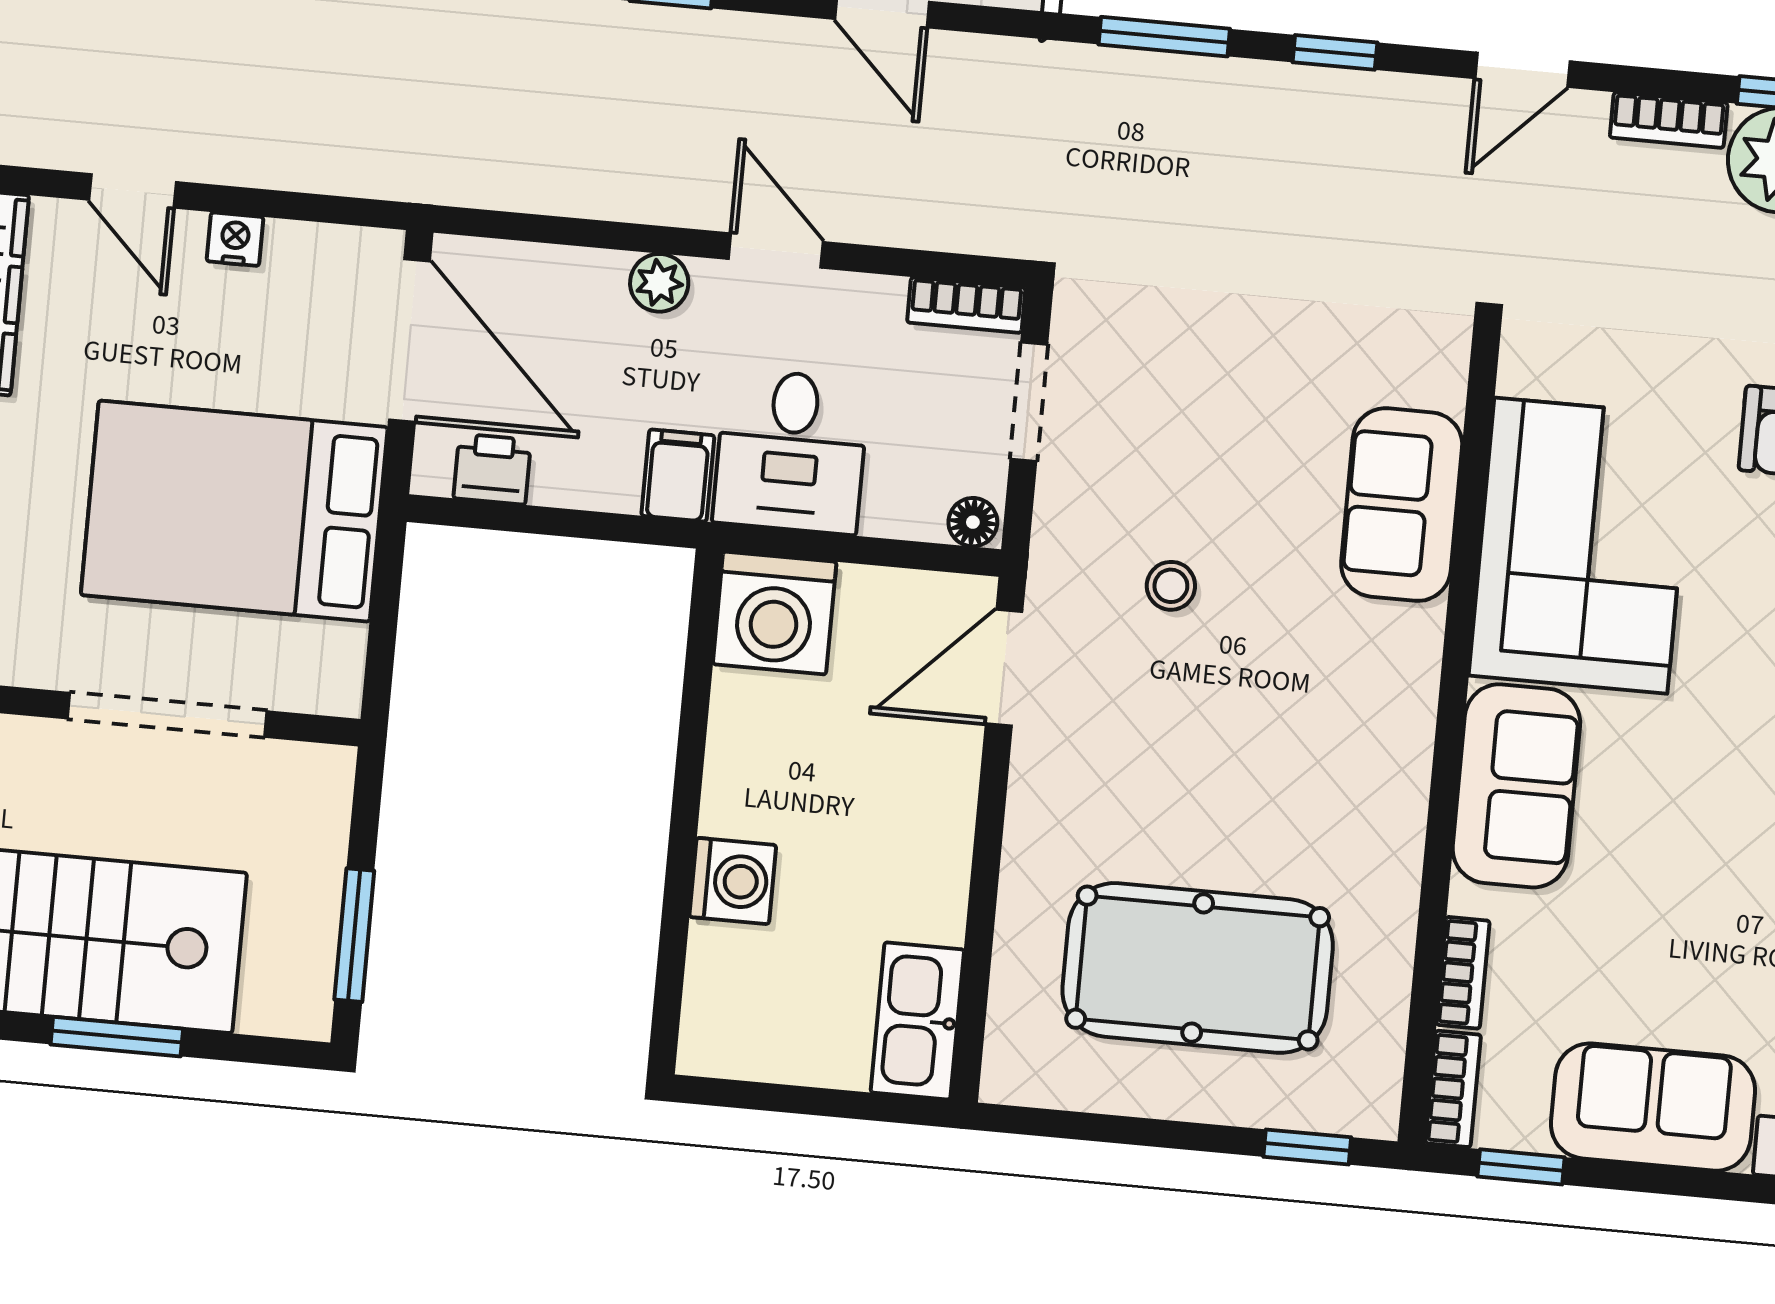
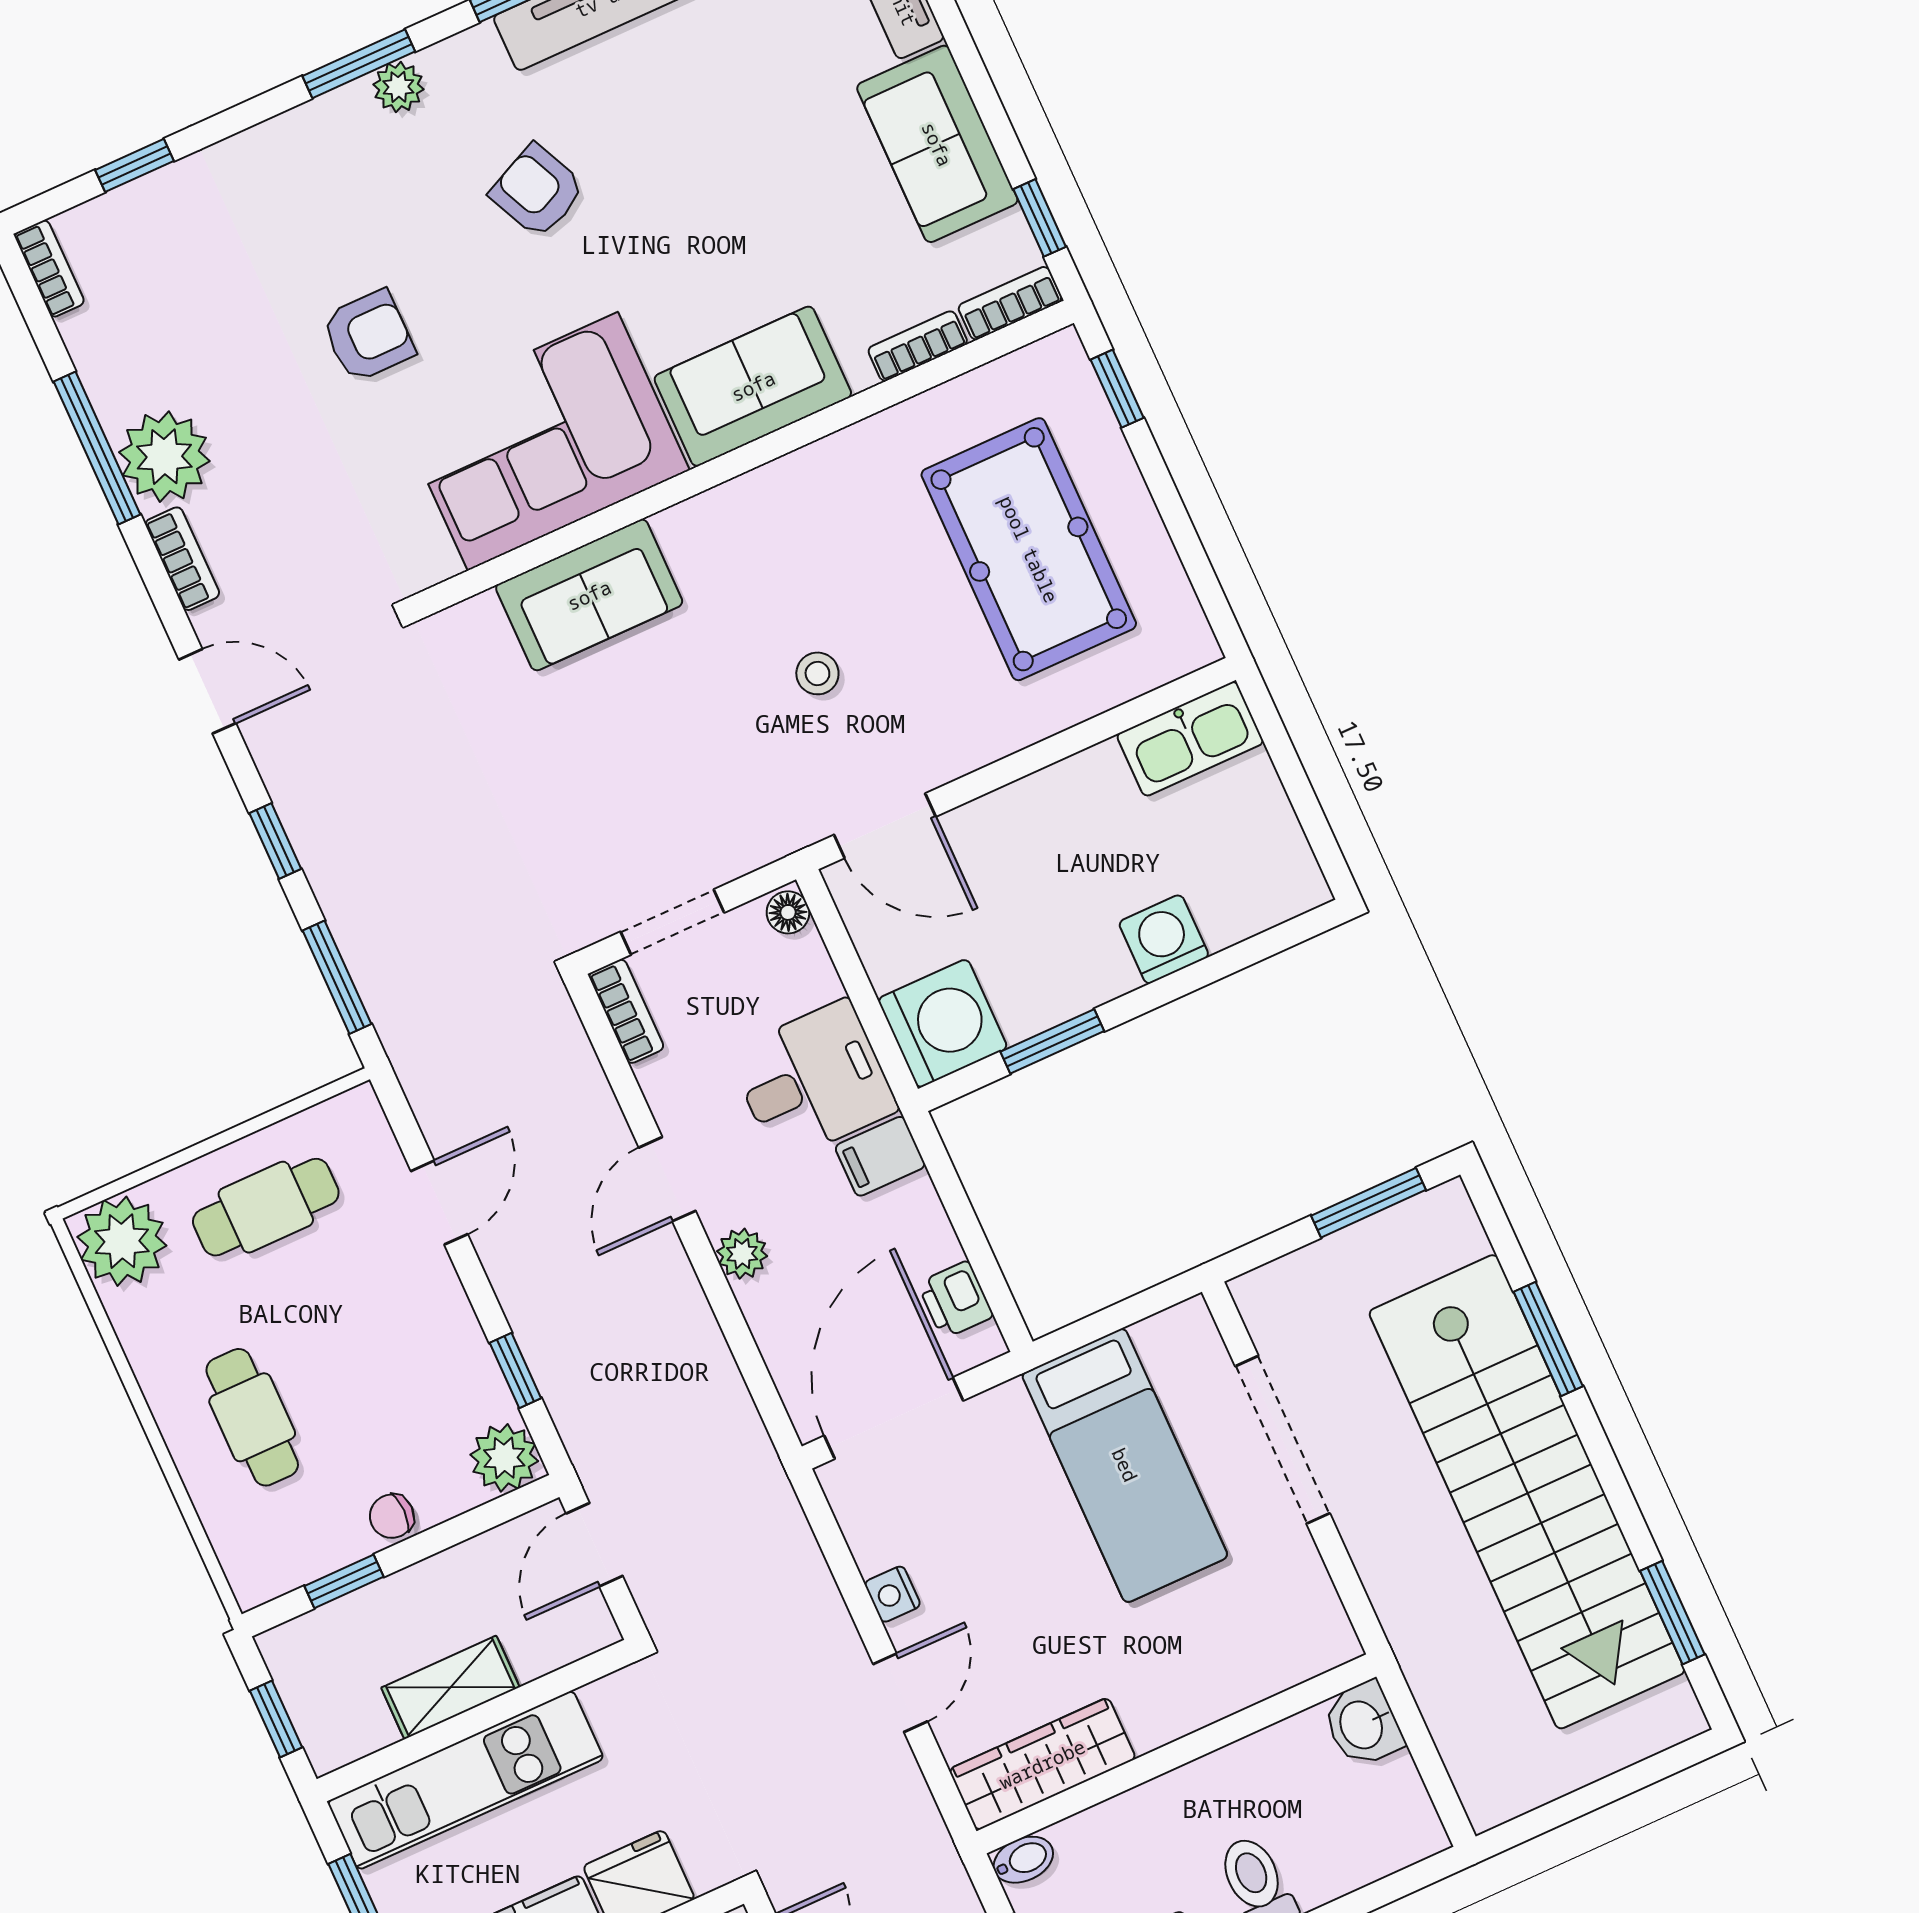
bed: (234, 511) -> (1125, 1465), width x0.67
stool: (1171, 586) -> (817, 673), moved
window: (694, 712) -> (1052, 1041), added

